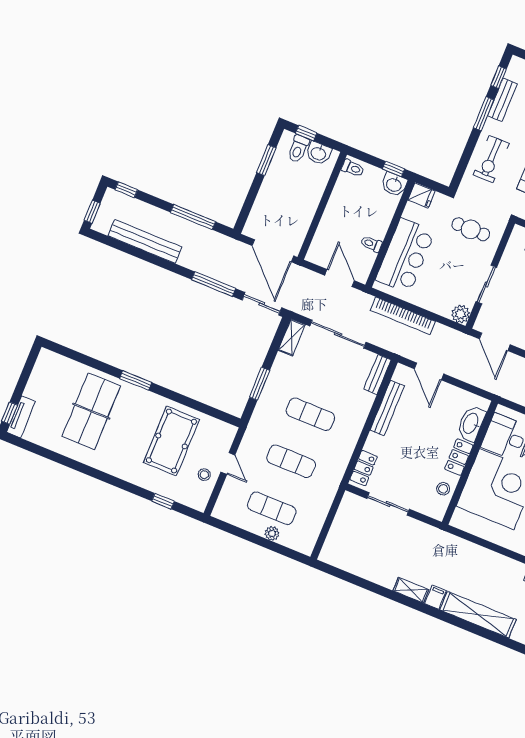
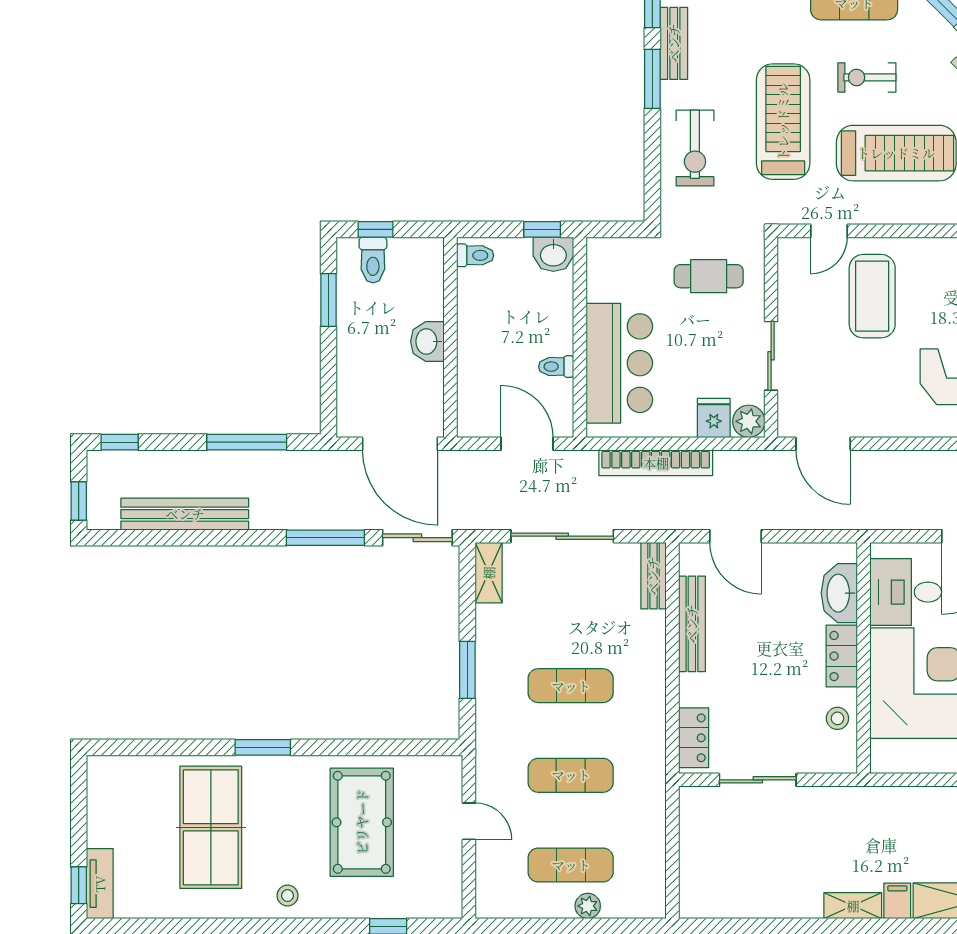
washbasin: (319, 153) -> (427, 341), moved, turned 90
fridge: (421, 195) -> (714, 418), moved, turned -90
stool: (204, 475) -> (288, 896), moved

